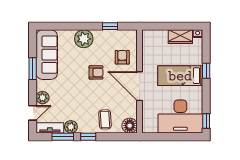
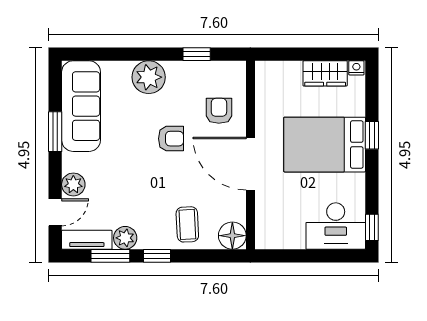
bed: (180, 76) -> (325, 145), width x1.50
desk: (180, 117) -> (336, 226), width x0.73, depth x0.77

